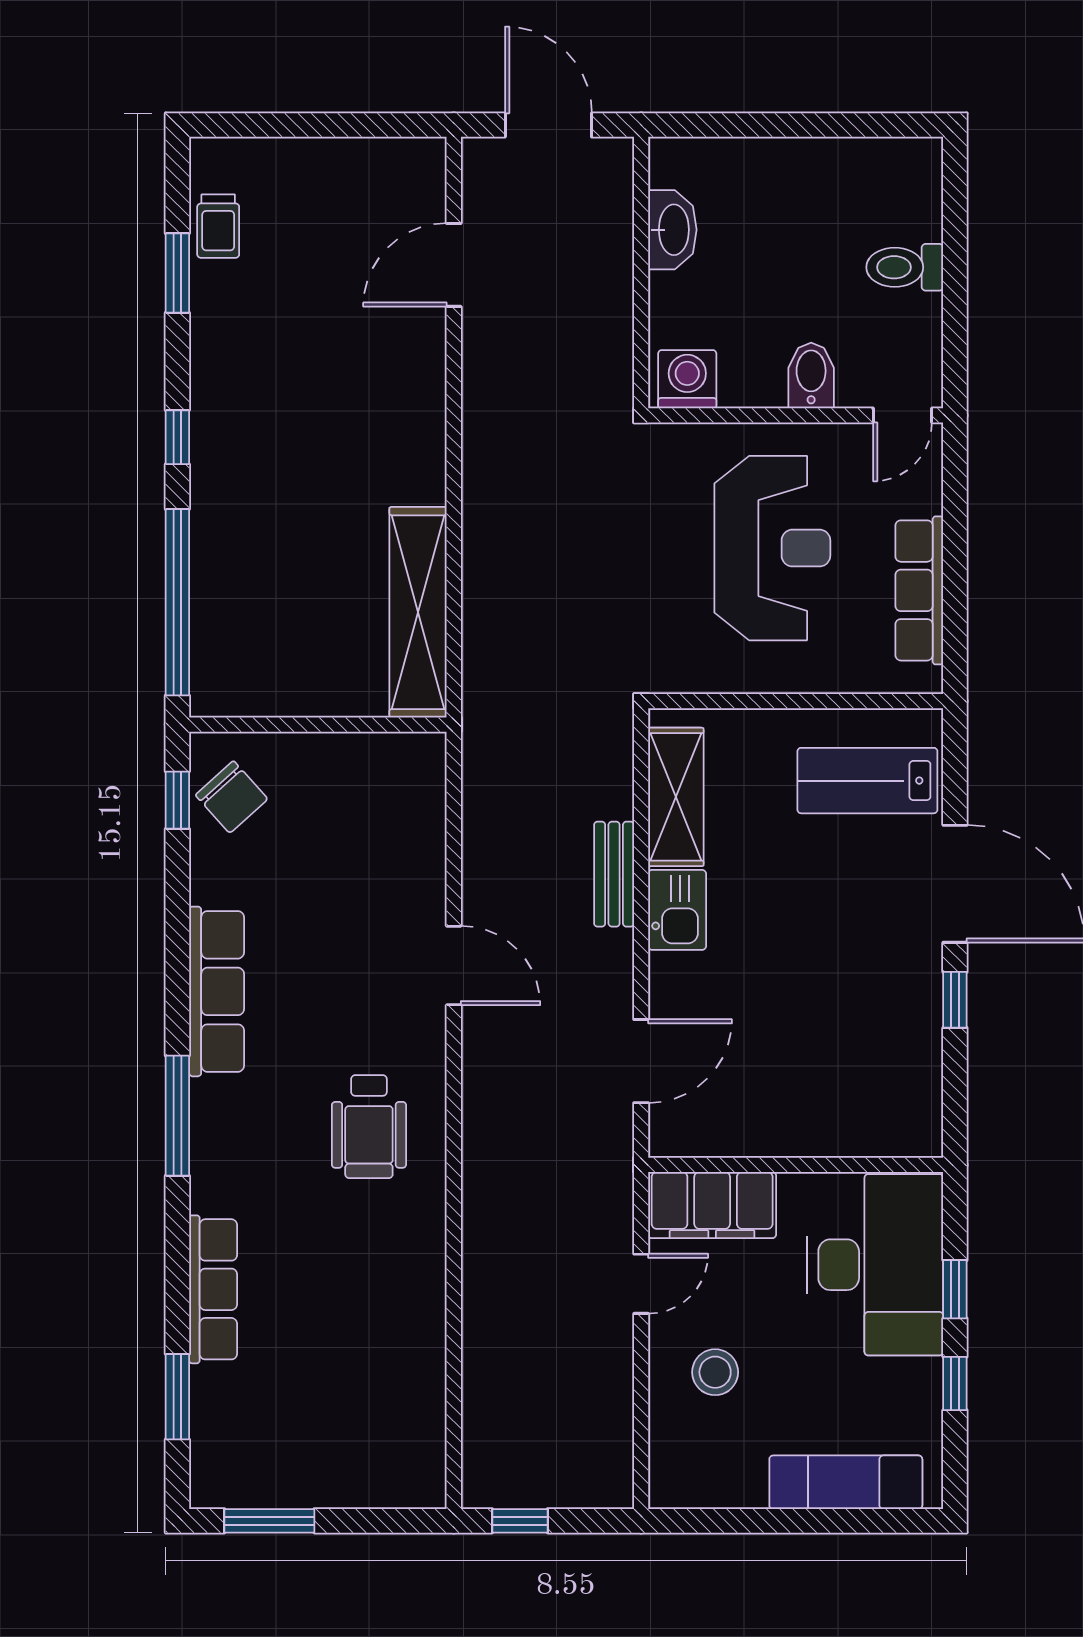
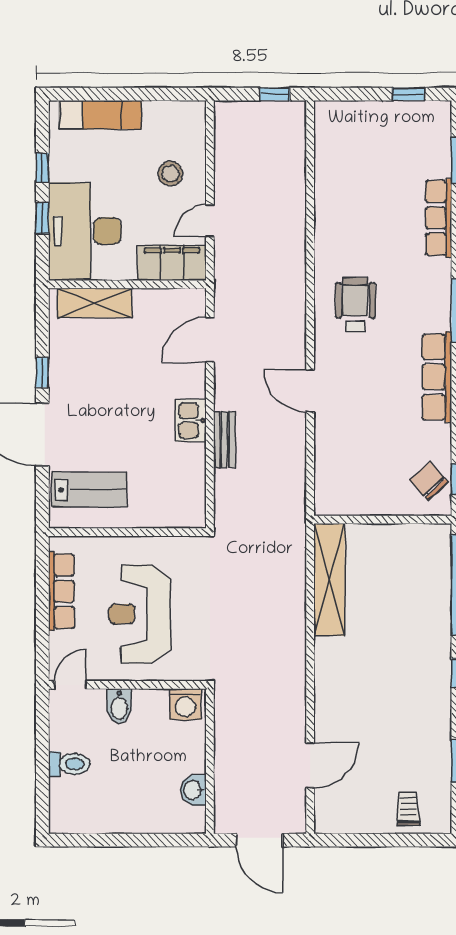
trolley: (218, 226) -> (408, 809), moved
washbasin: (672, 230) -> (193, 790), width x0.72
shelving: (676, 797) -> (95, 303), moved, turned 90
window: (269, 1521) -> (409, 94), width x0.67

